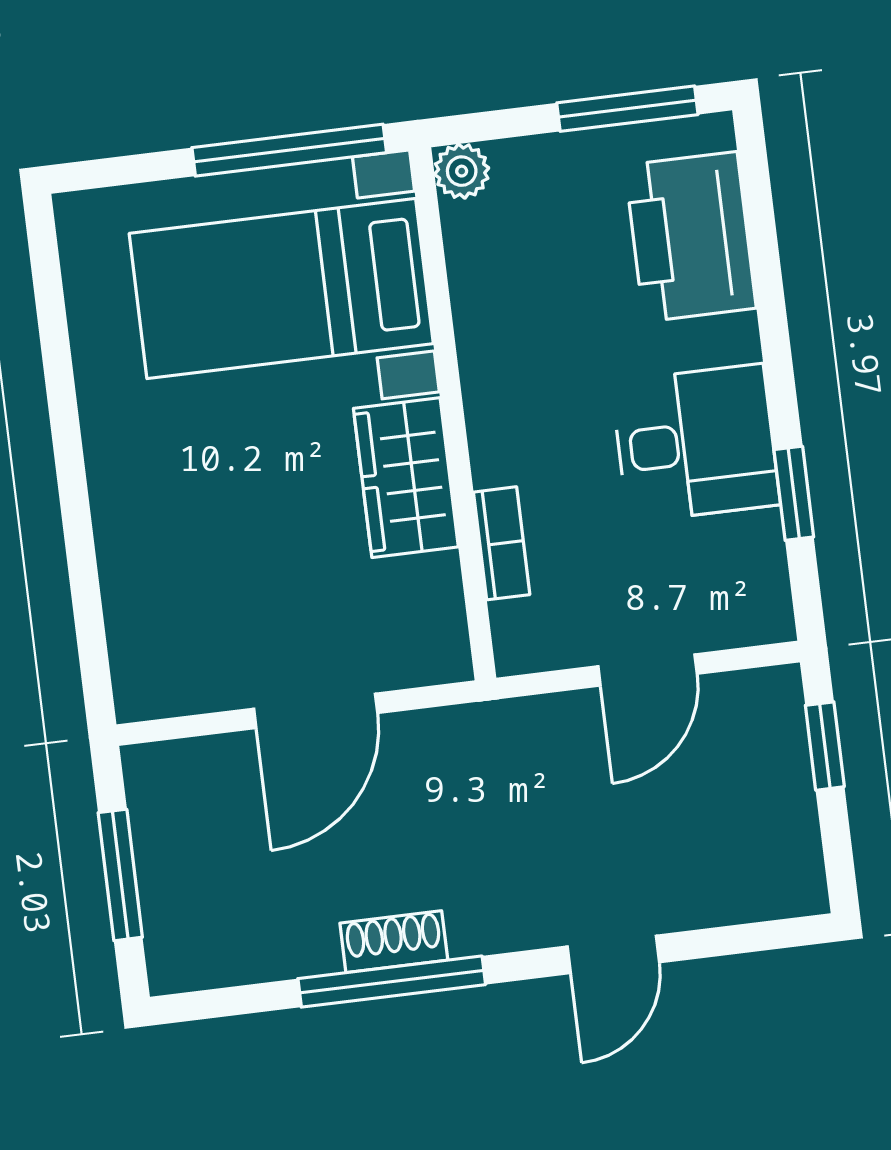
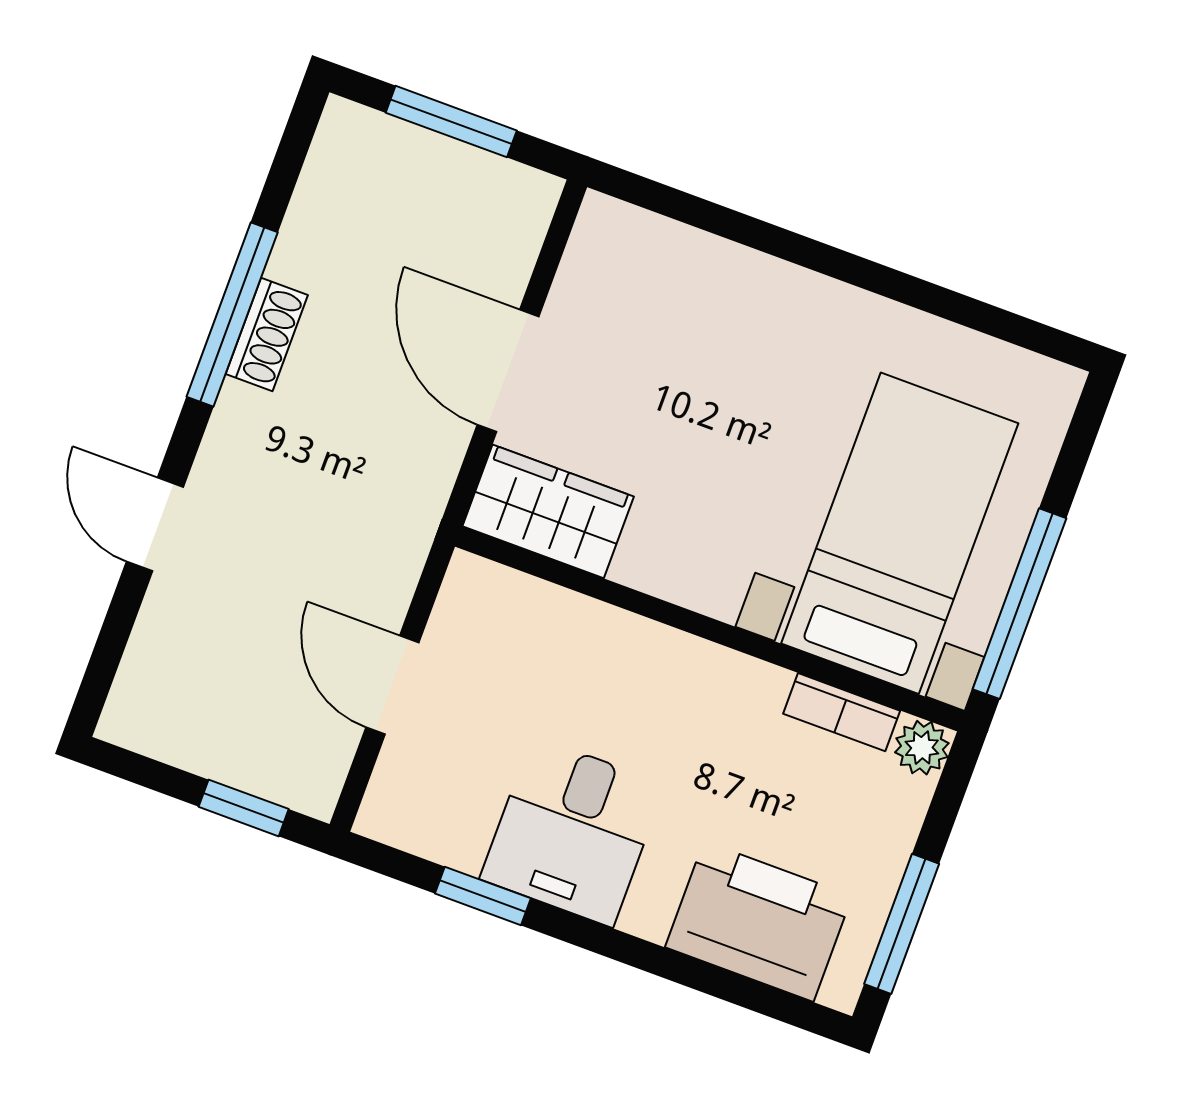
wardrobe: (406, 478) -> (548, 511), moved
bookcase: (502, 543) -> (842, 712), moved

